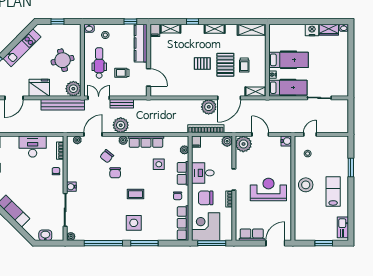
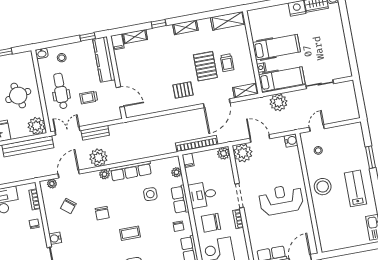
pallet: (202, 64) -> (183, 90), moved
plant: (209, 107) -> (278, 102), moved
chair: (107, 156) -> (68, 206), moved
window: (324, 243) -> (356, 249), removed

